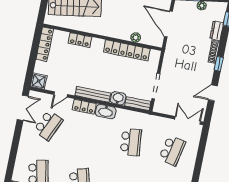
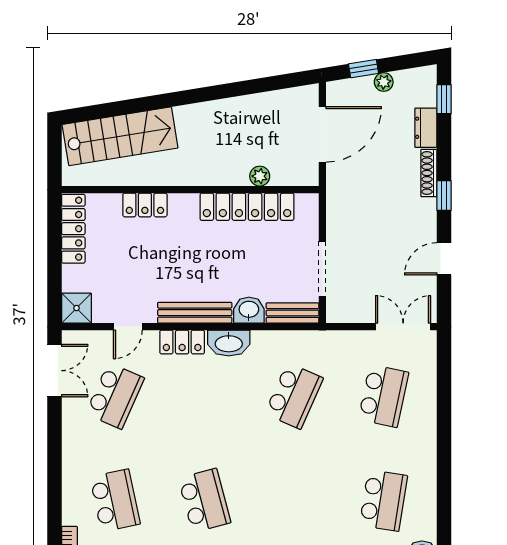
door: (168, 24) -> (322, 134), swing flipped
school desk: (131, 142) -> (294, 396), turned 30

